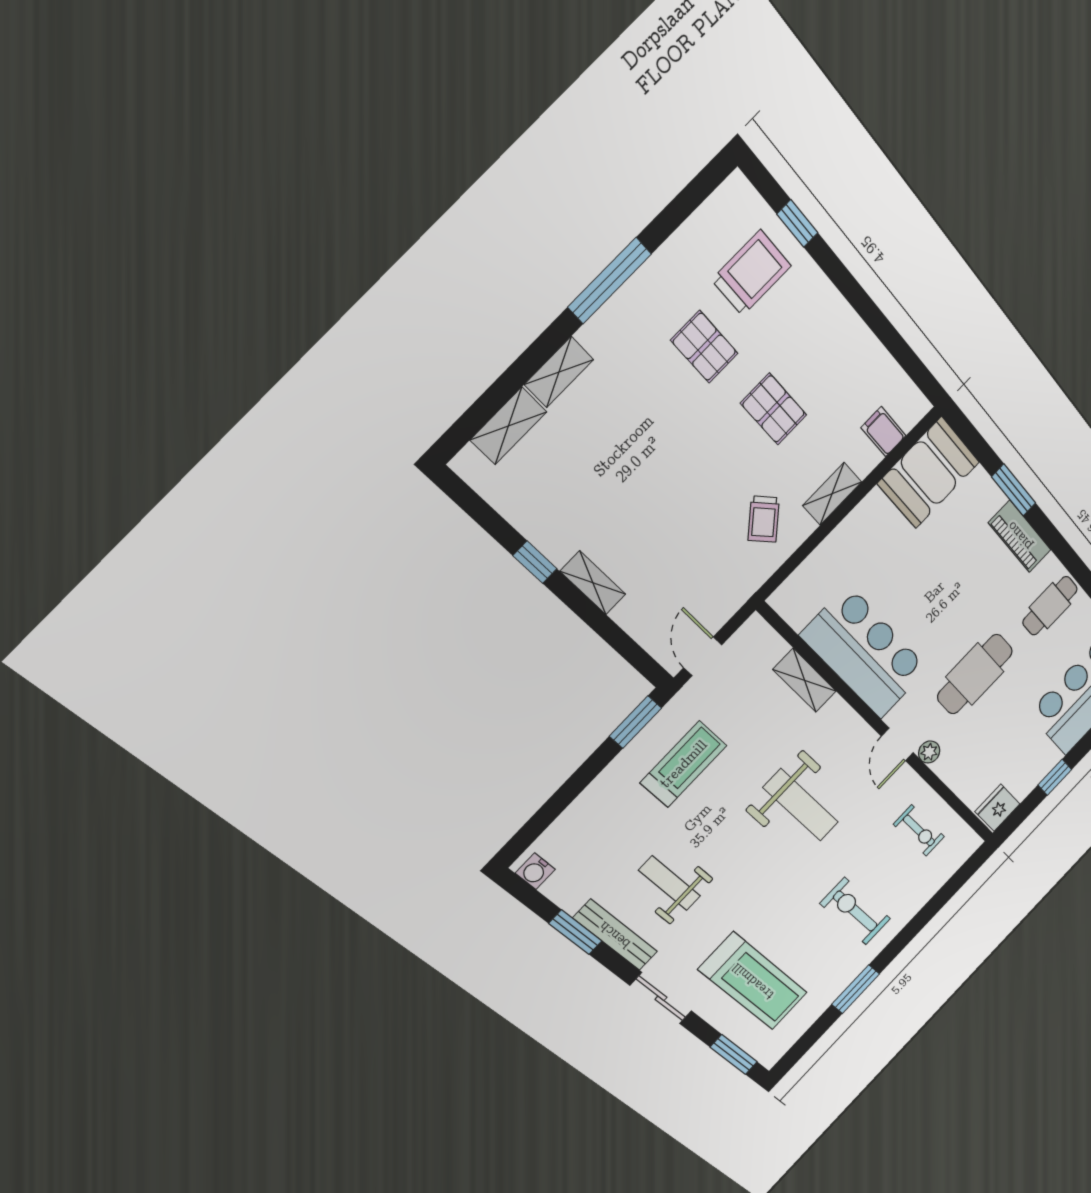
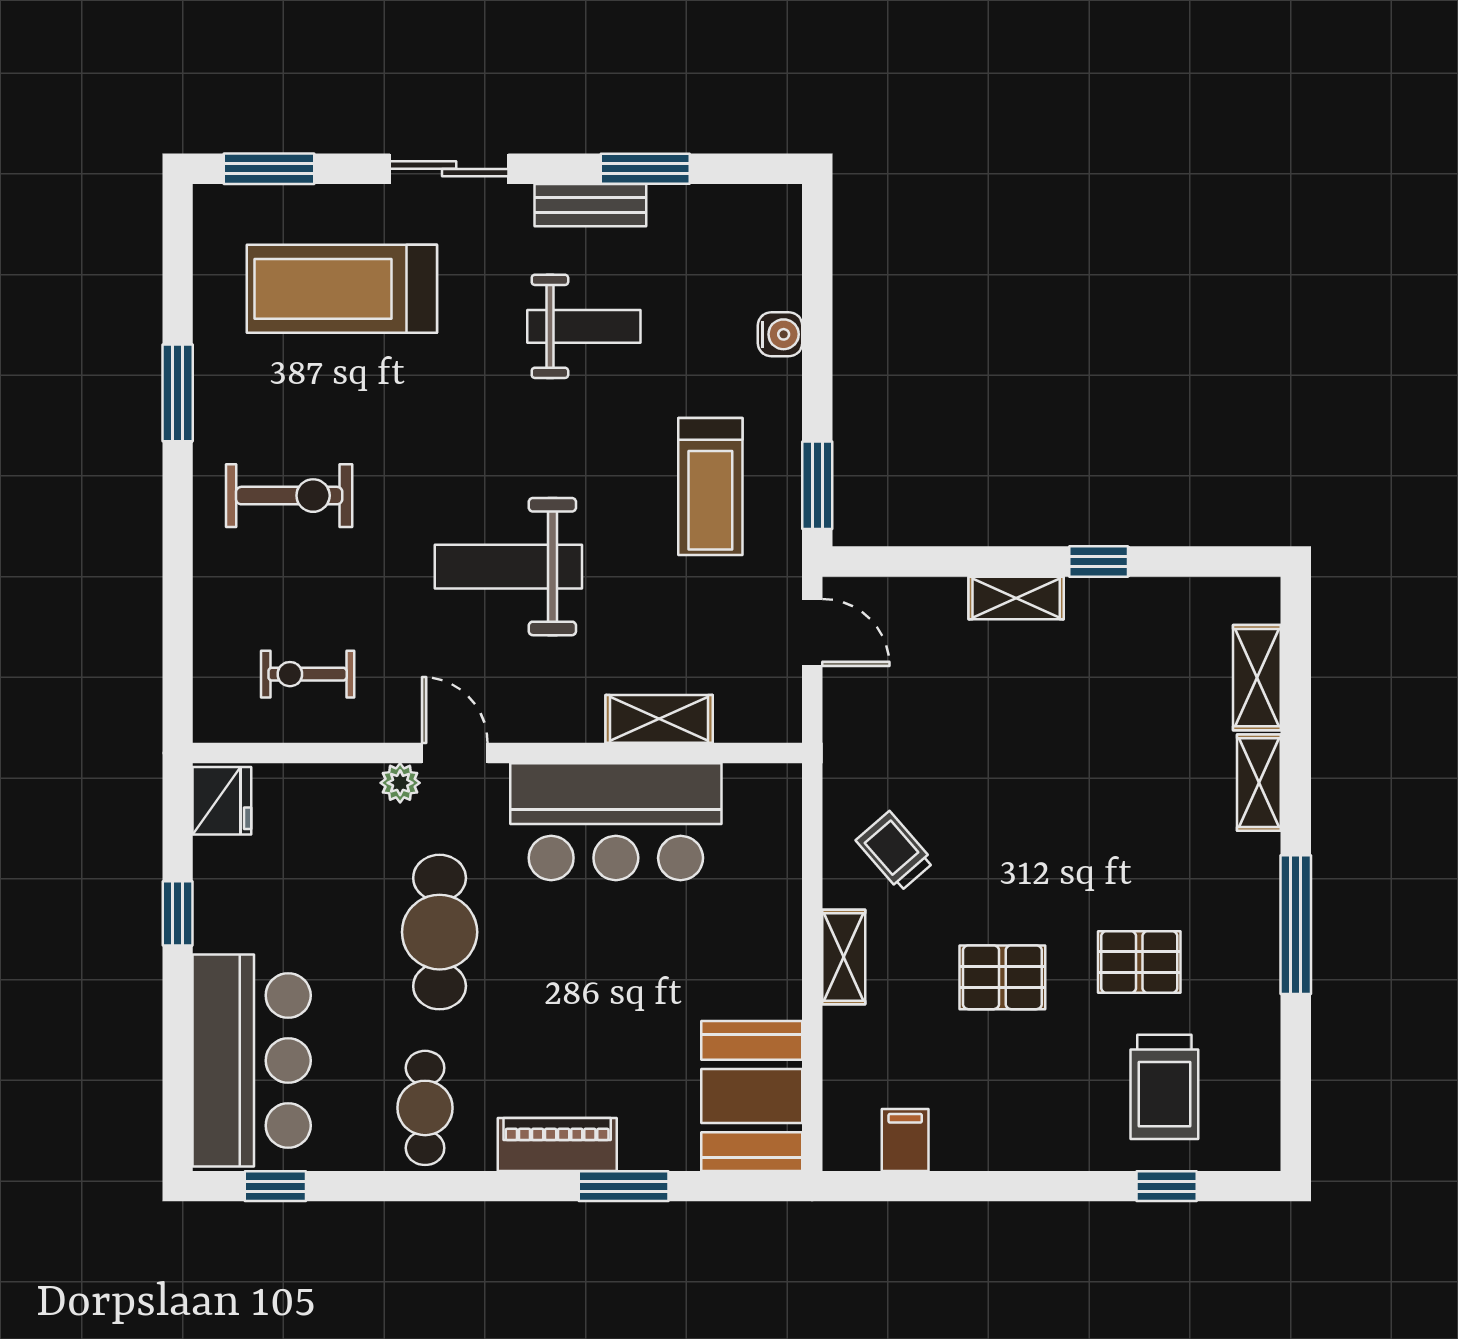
filing cabinet: (884, 432) -> (905, 1140), moved, turned -90
water cooler: (535, 871) -> (780, 334), moved, turned 90
bench: (615, 935) -> (590, 205), width x0.73

